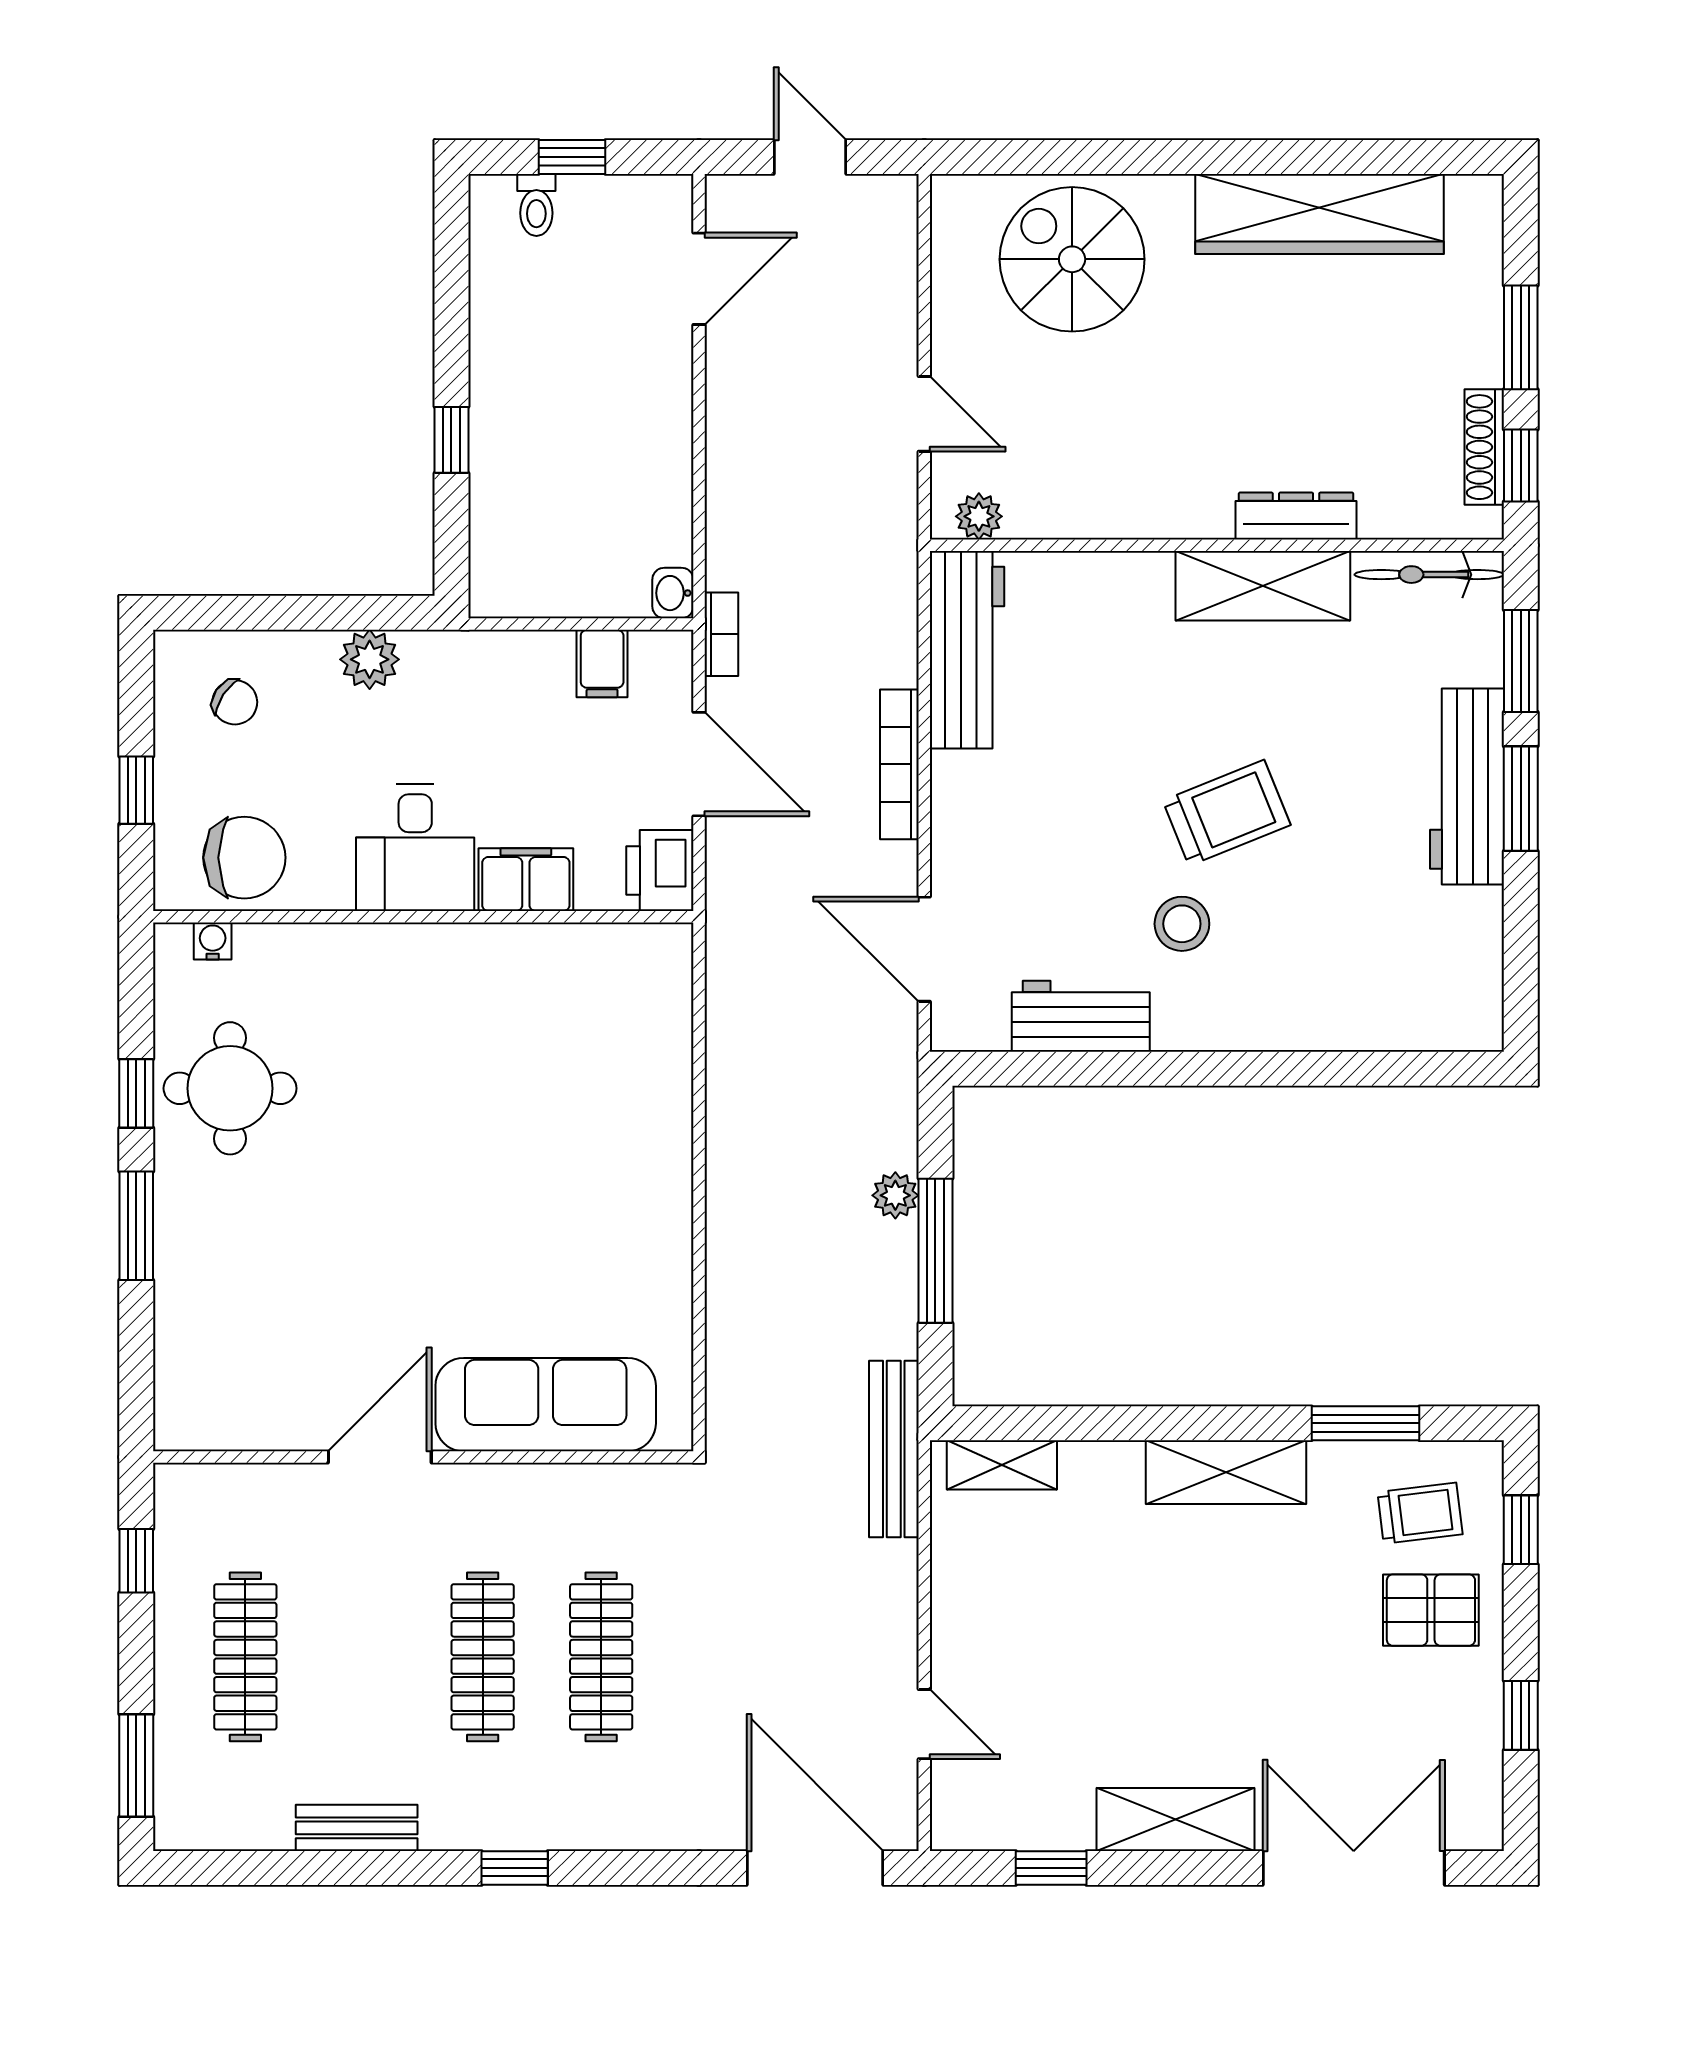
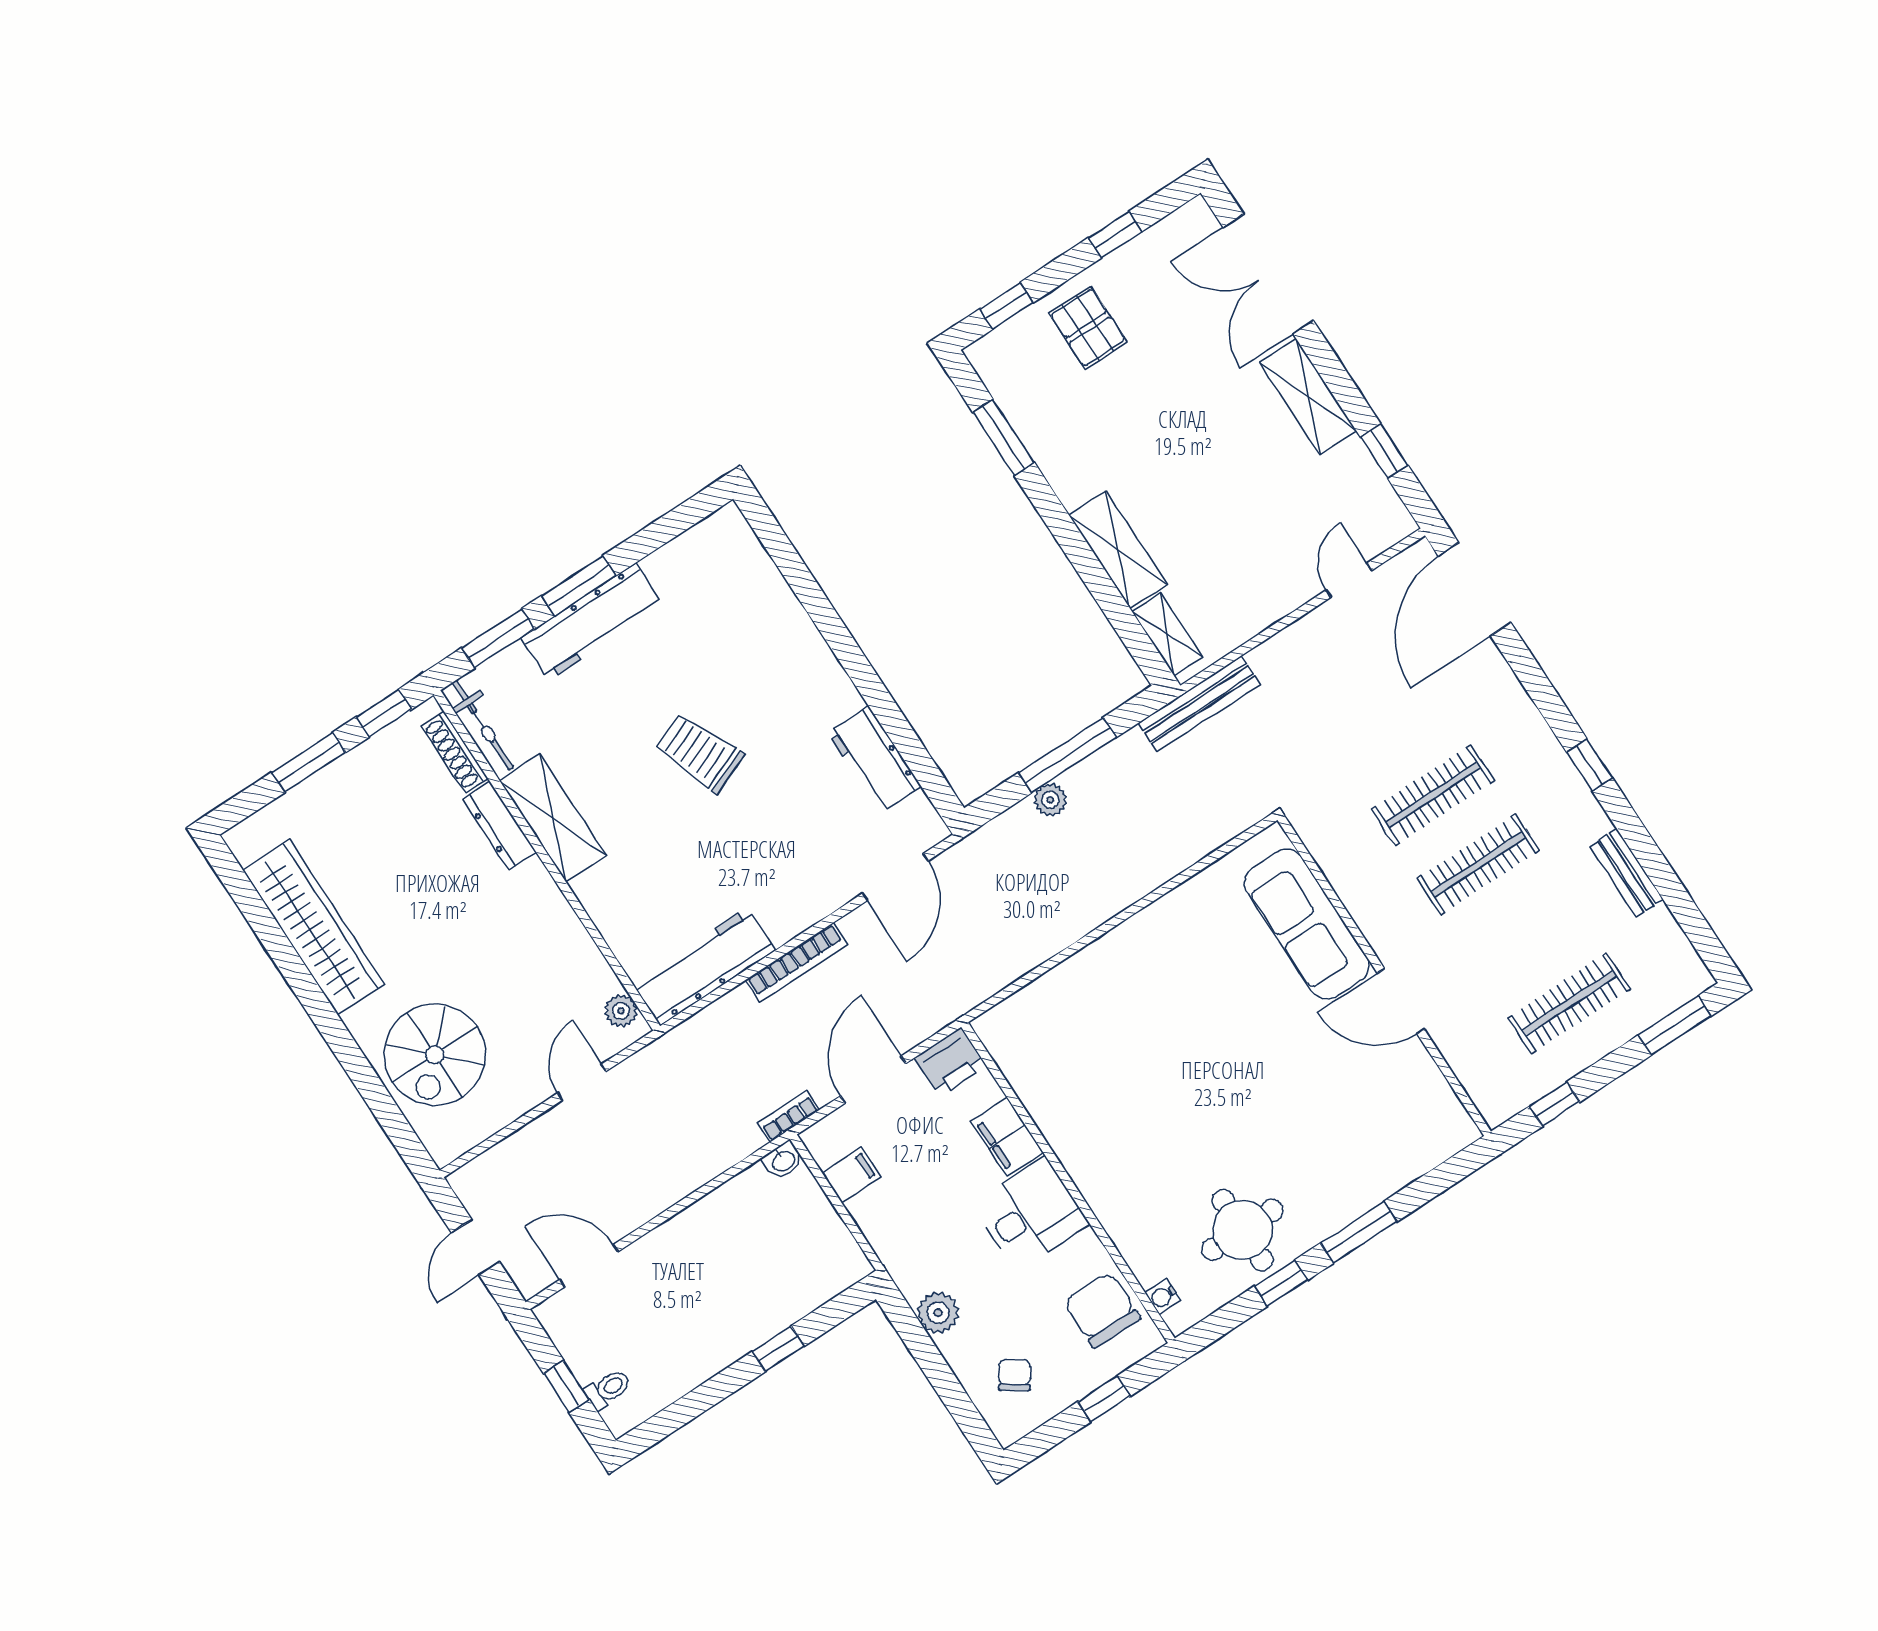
shoe rack: (1484, 447) -> (455, 752), moved, turned 90
stool: (1182, 924) -> (782, 736), removed
shelving: (1226, 1472) -> (1118, 550), moved
trolley: (1420, 1513) -> (1035, 371), removed

